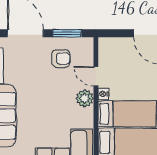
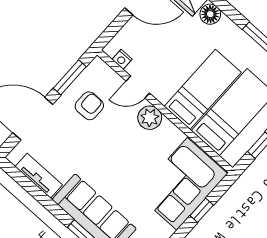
nightstand: (103, 94) -> (122, 59), moved

